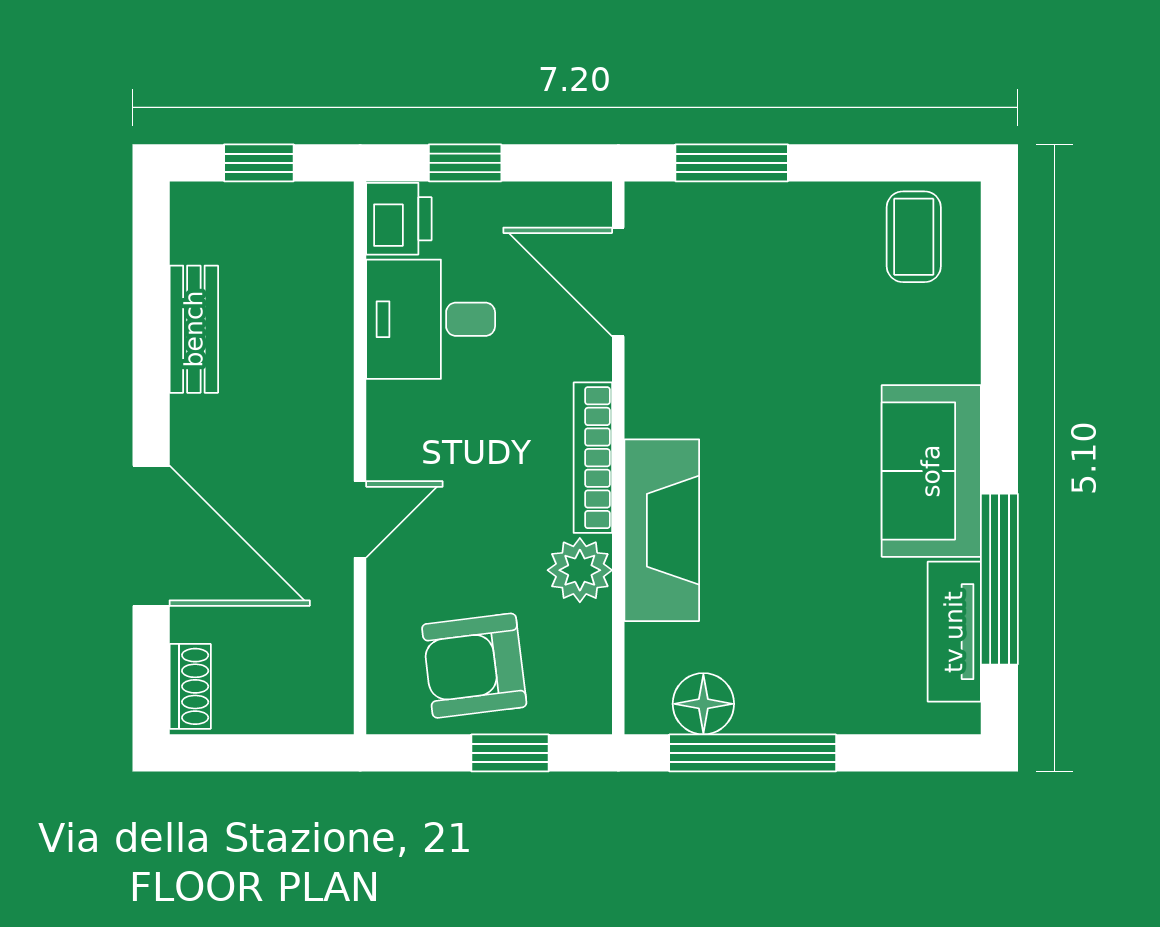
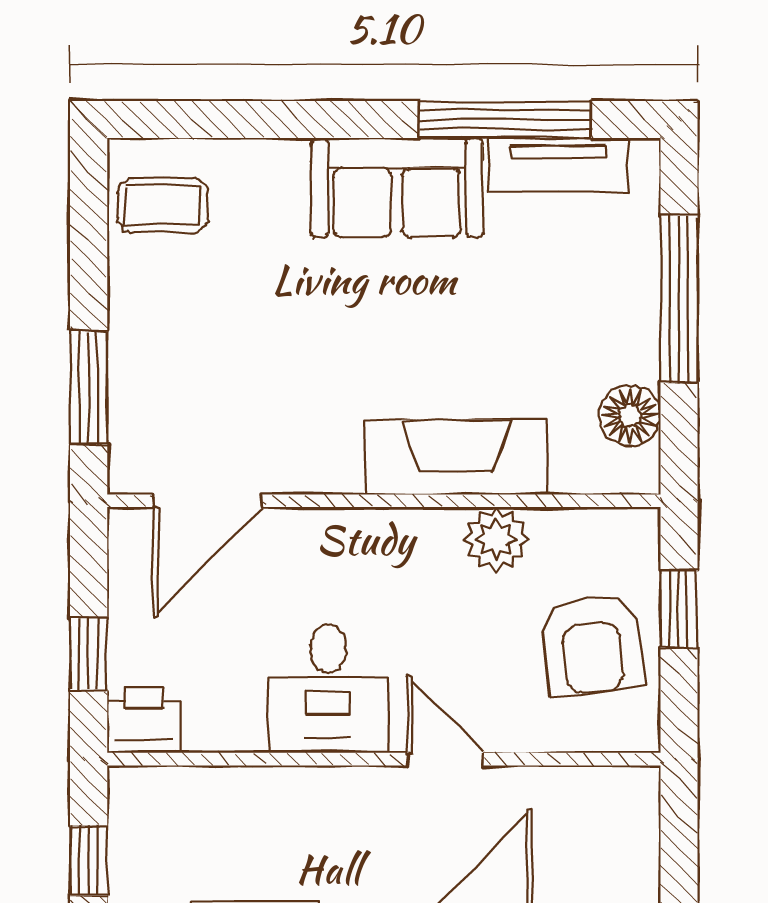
desk: (431, 319) -> (328, 689), moved
bookcase: (593, 458) -> (384, 526), removed
window: (753, 753) -> (679, 299), moved

